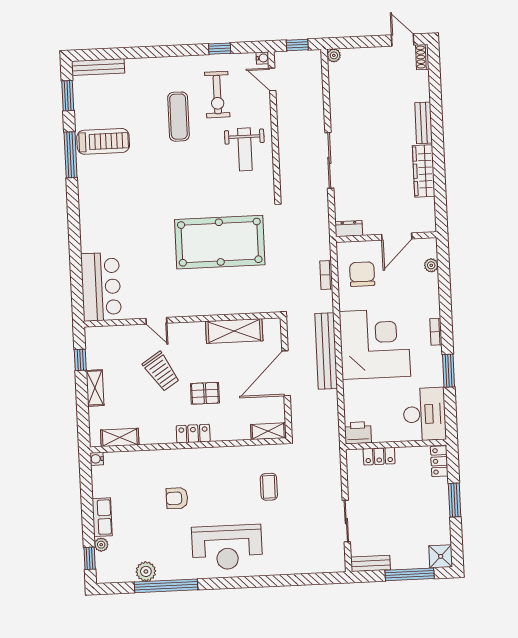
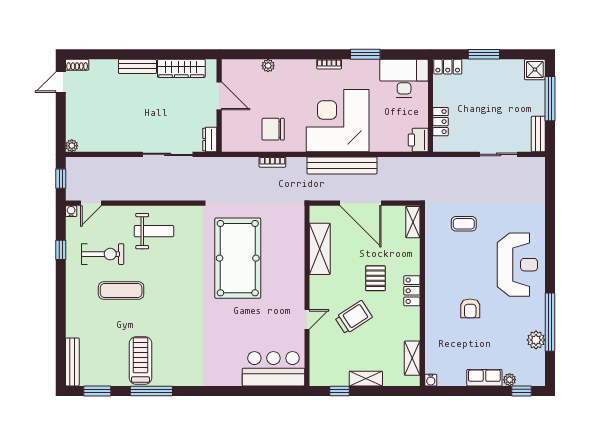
dresser: (349, 229) -> (210, 139), moved
wall: (386, 237) -> (219, 106), moved
door: (397, 237) -> (219, 96), moved

